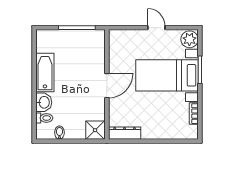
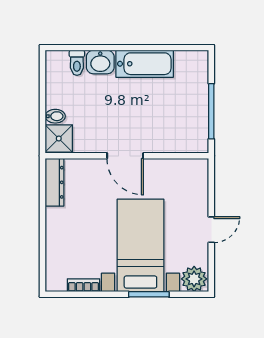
bidet: (59, 133) -> (55, 116), moved

